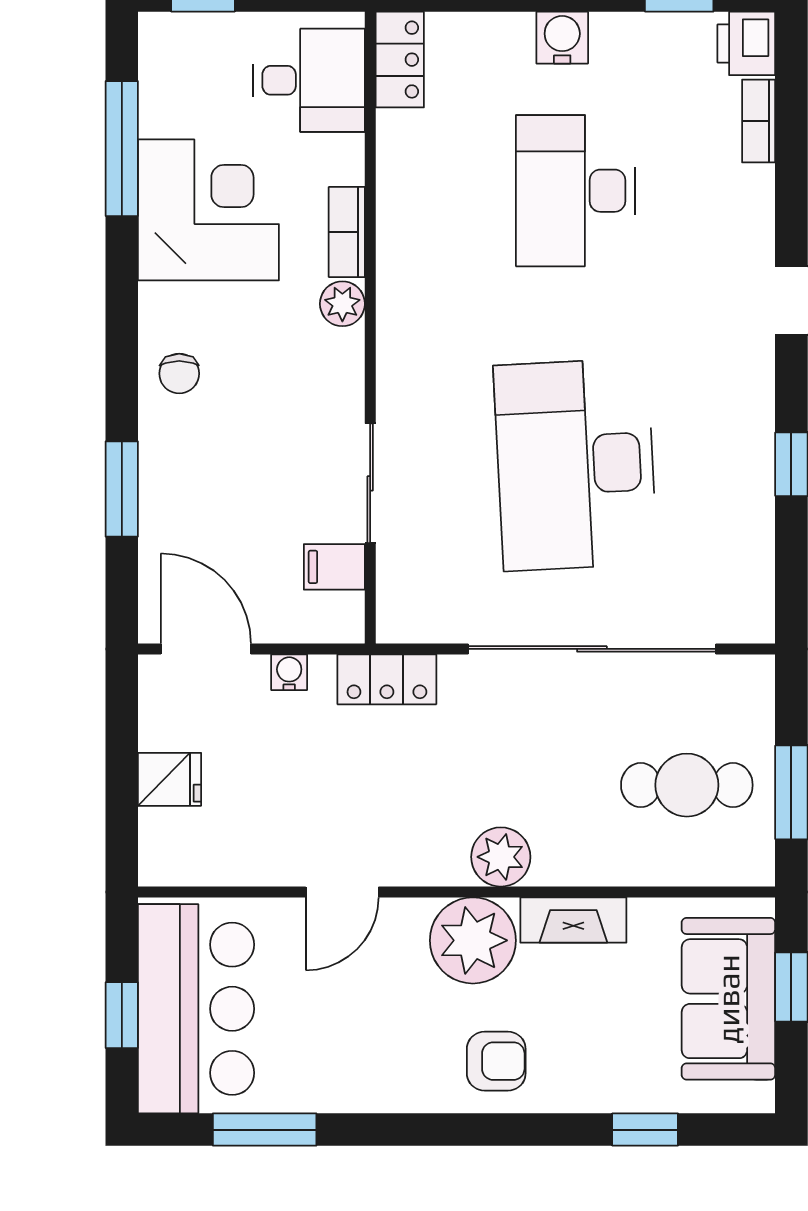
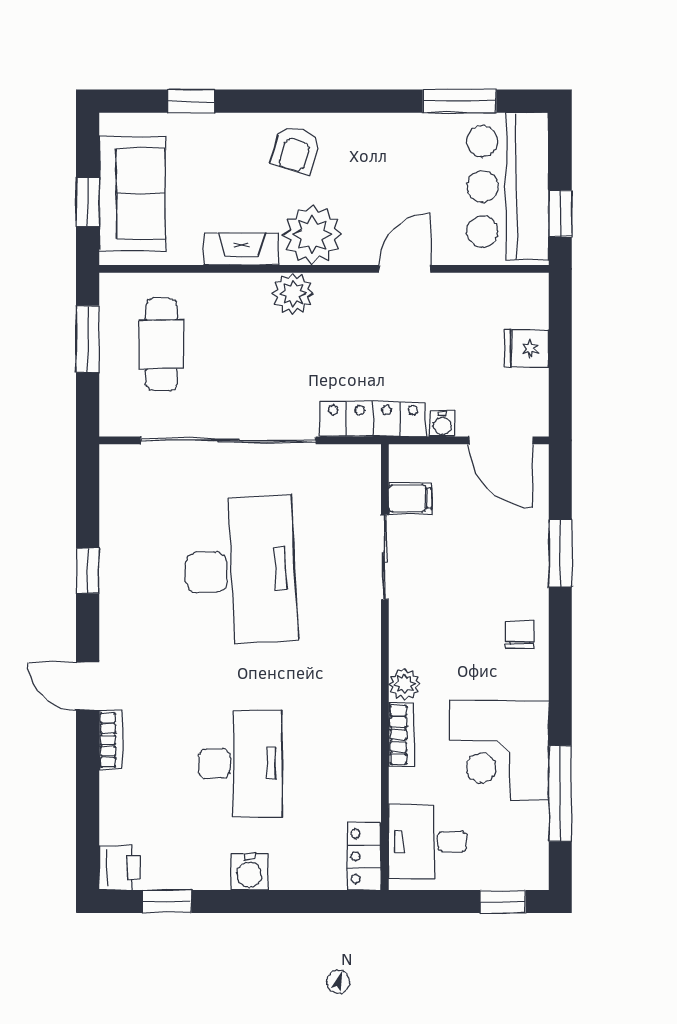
bookcase: (759, 121) -> (111, 740), moved
locker: (387, 679) -> (373, 419), width x1.53
cafe table: (687, 785) -> (161, 344), turned 90
window: (122, 1015) -> (560, 214), moved
armchair: (496, 1061) -> (296, 149), turned -72

